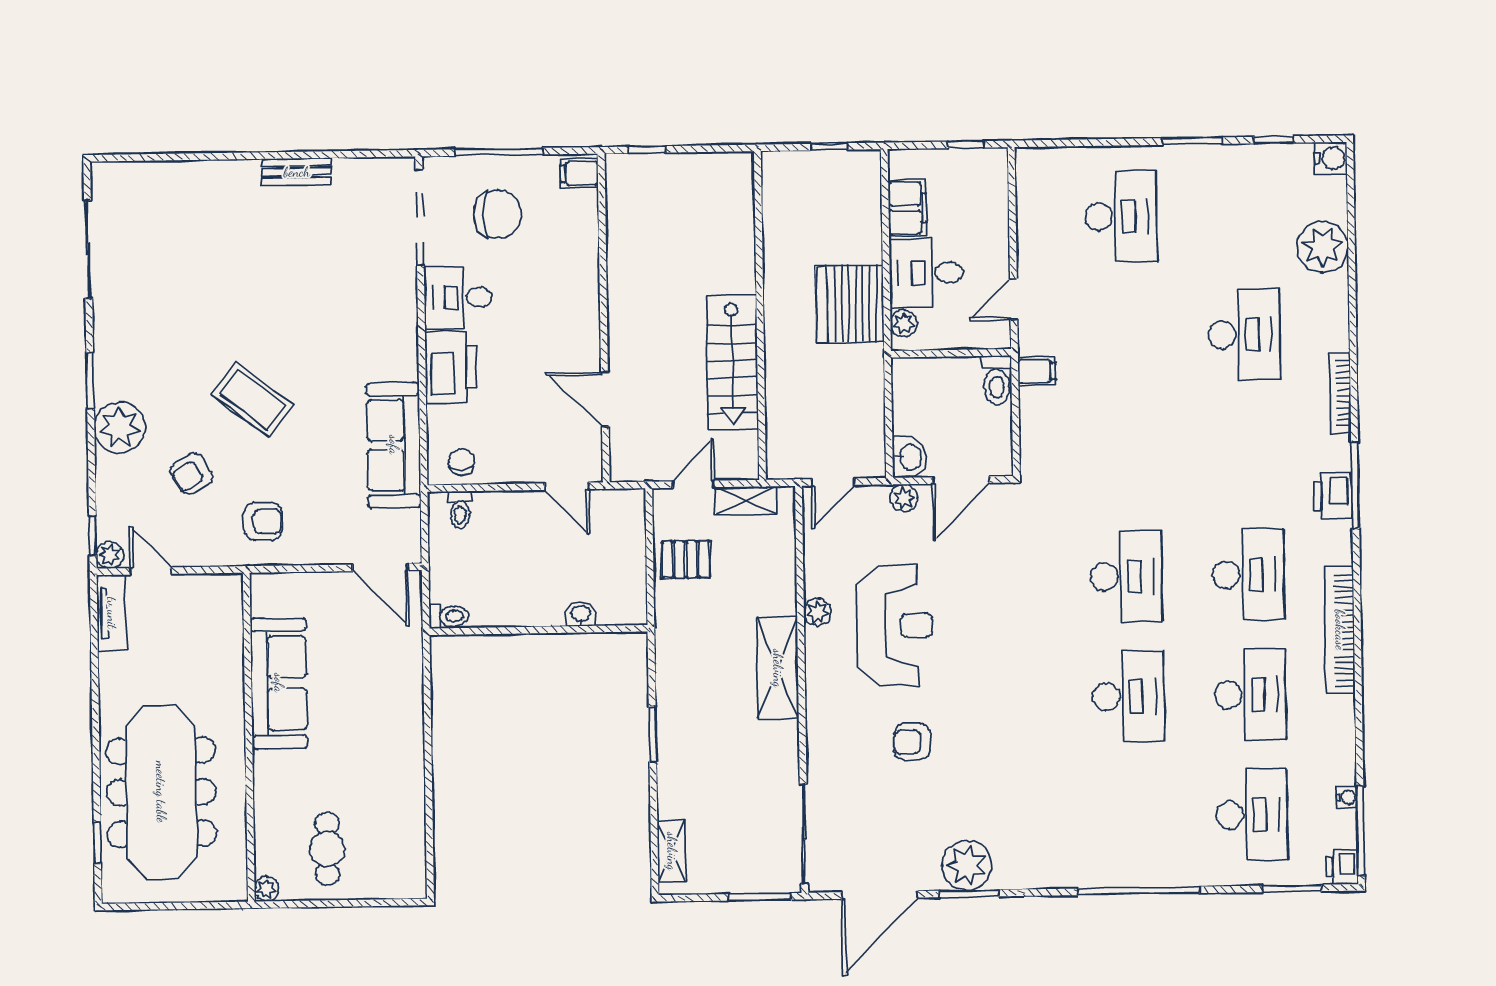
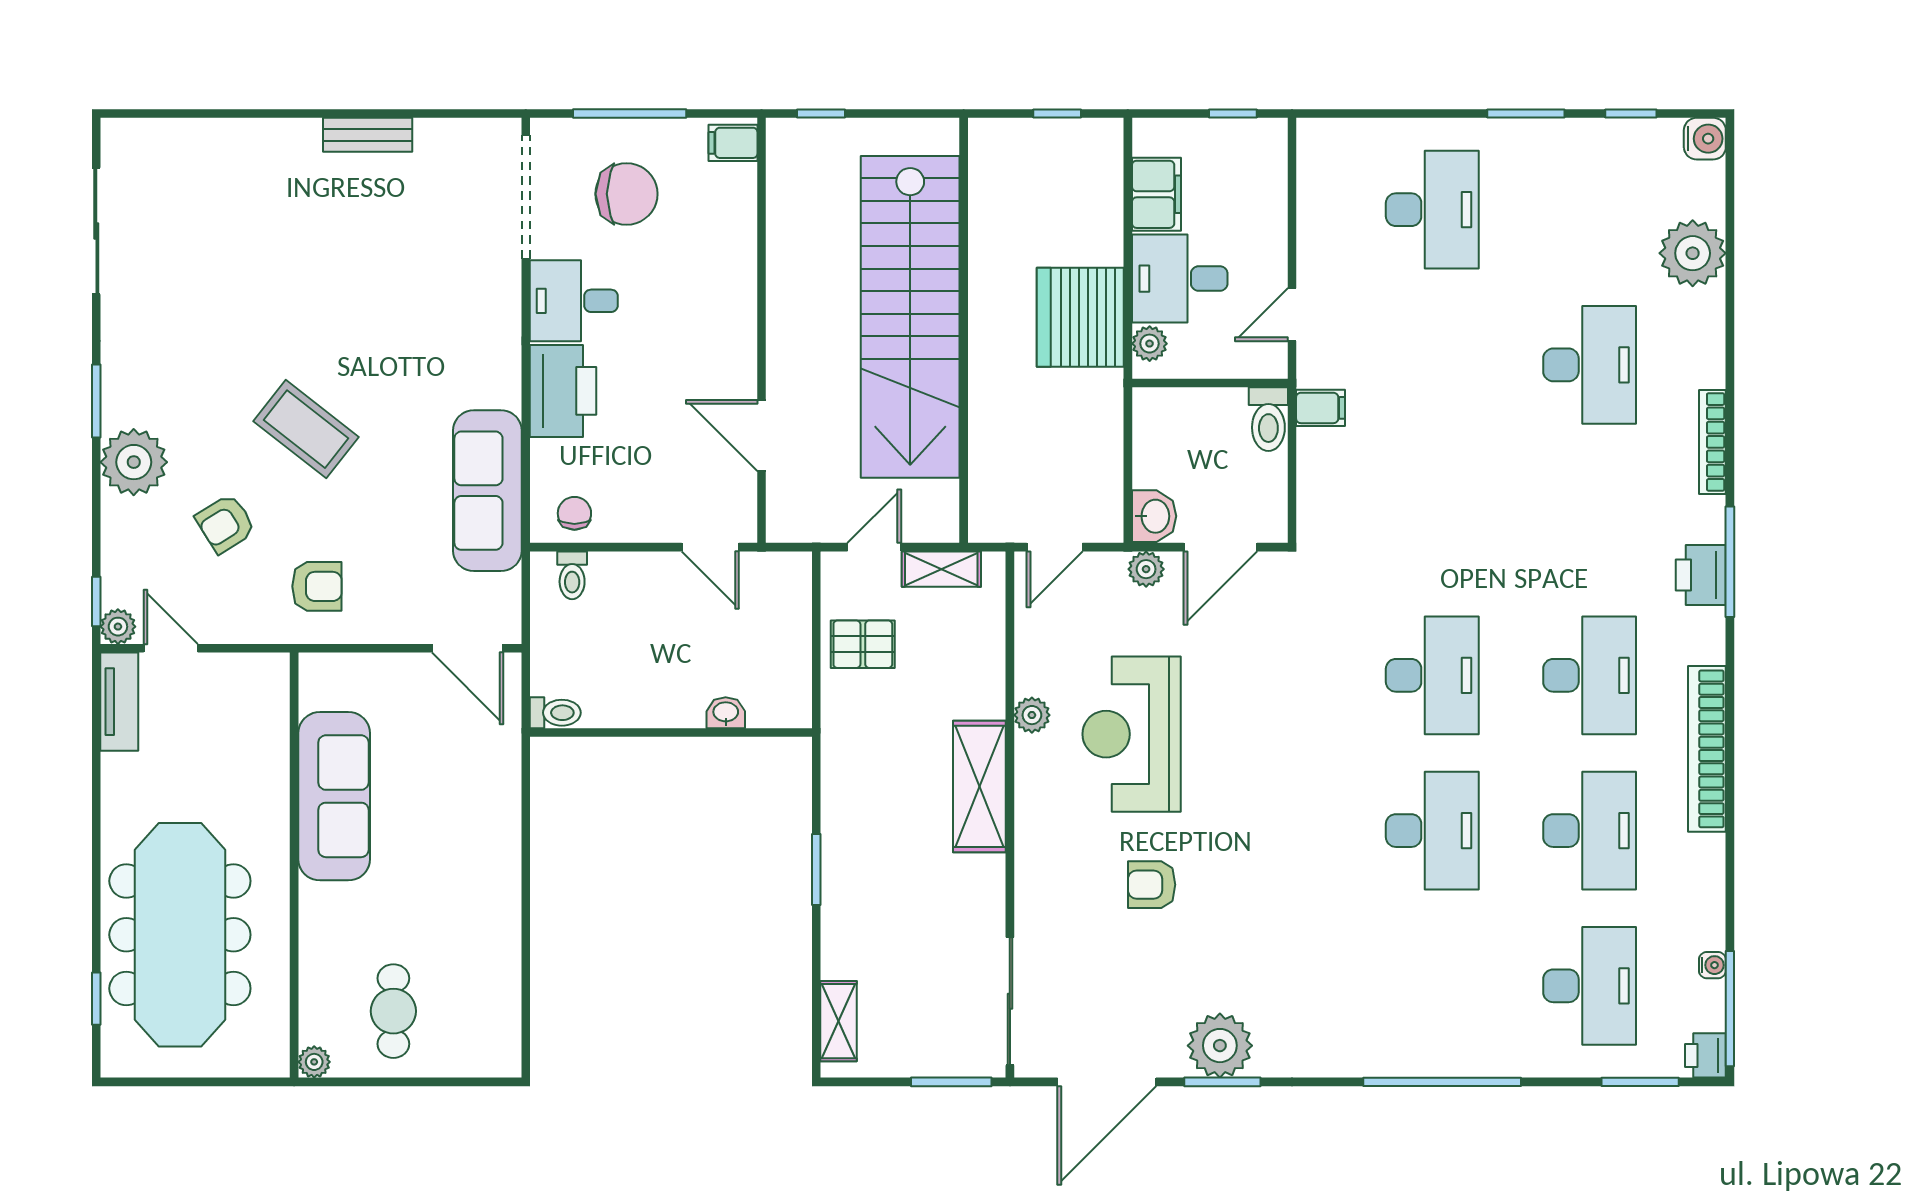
stairs: (732, 363) -> (910, 317), width x1.86, depth x1.51
reception desk: (895, 626) -> (1132, 734), turned 180

